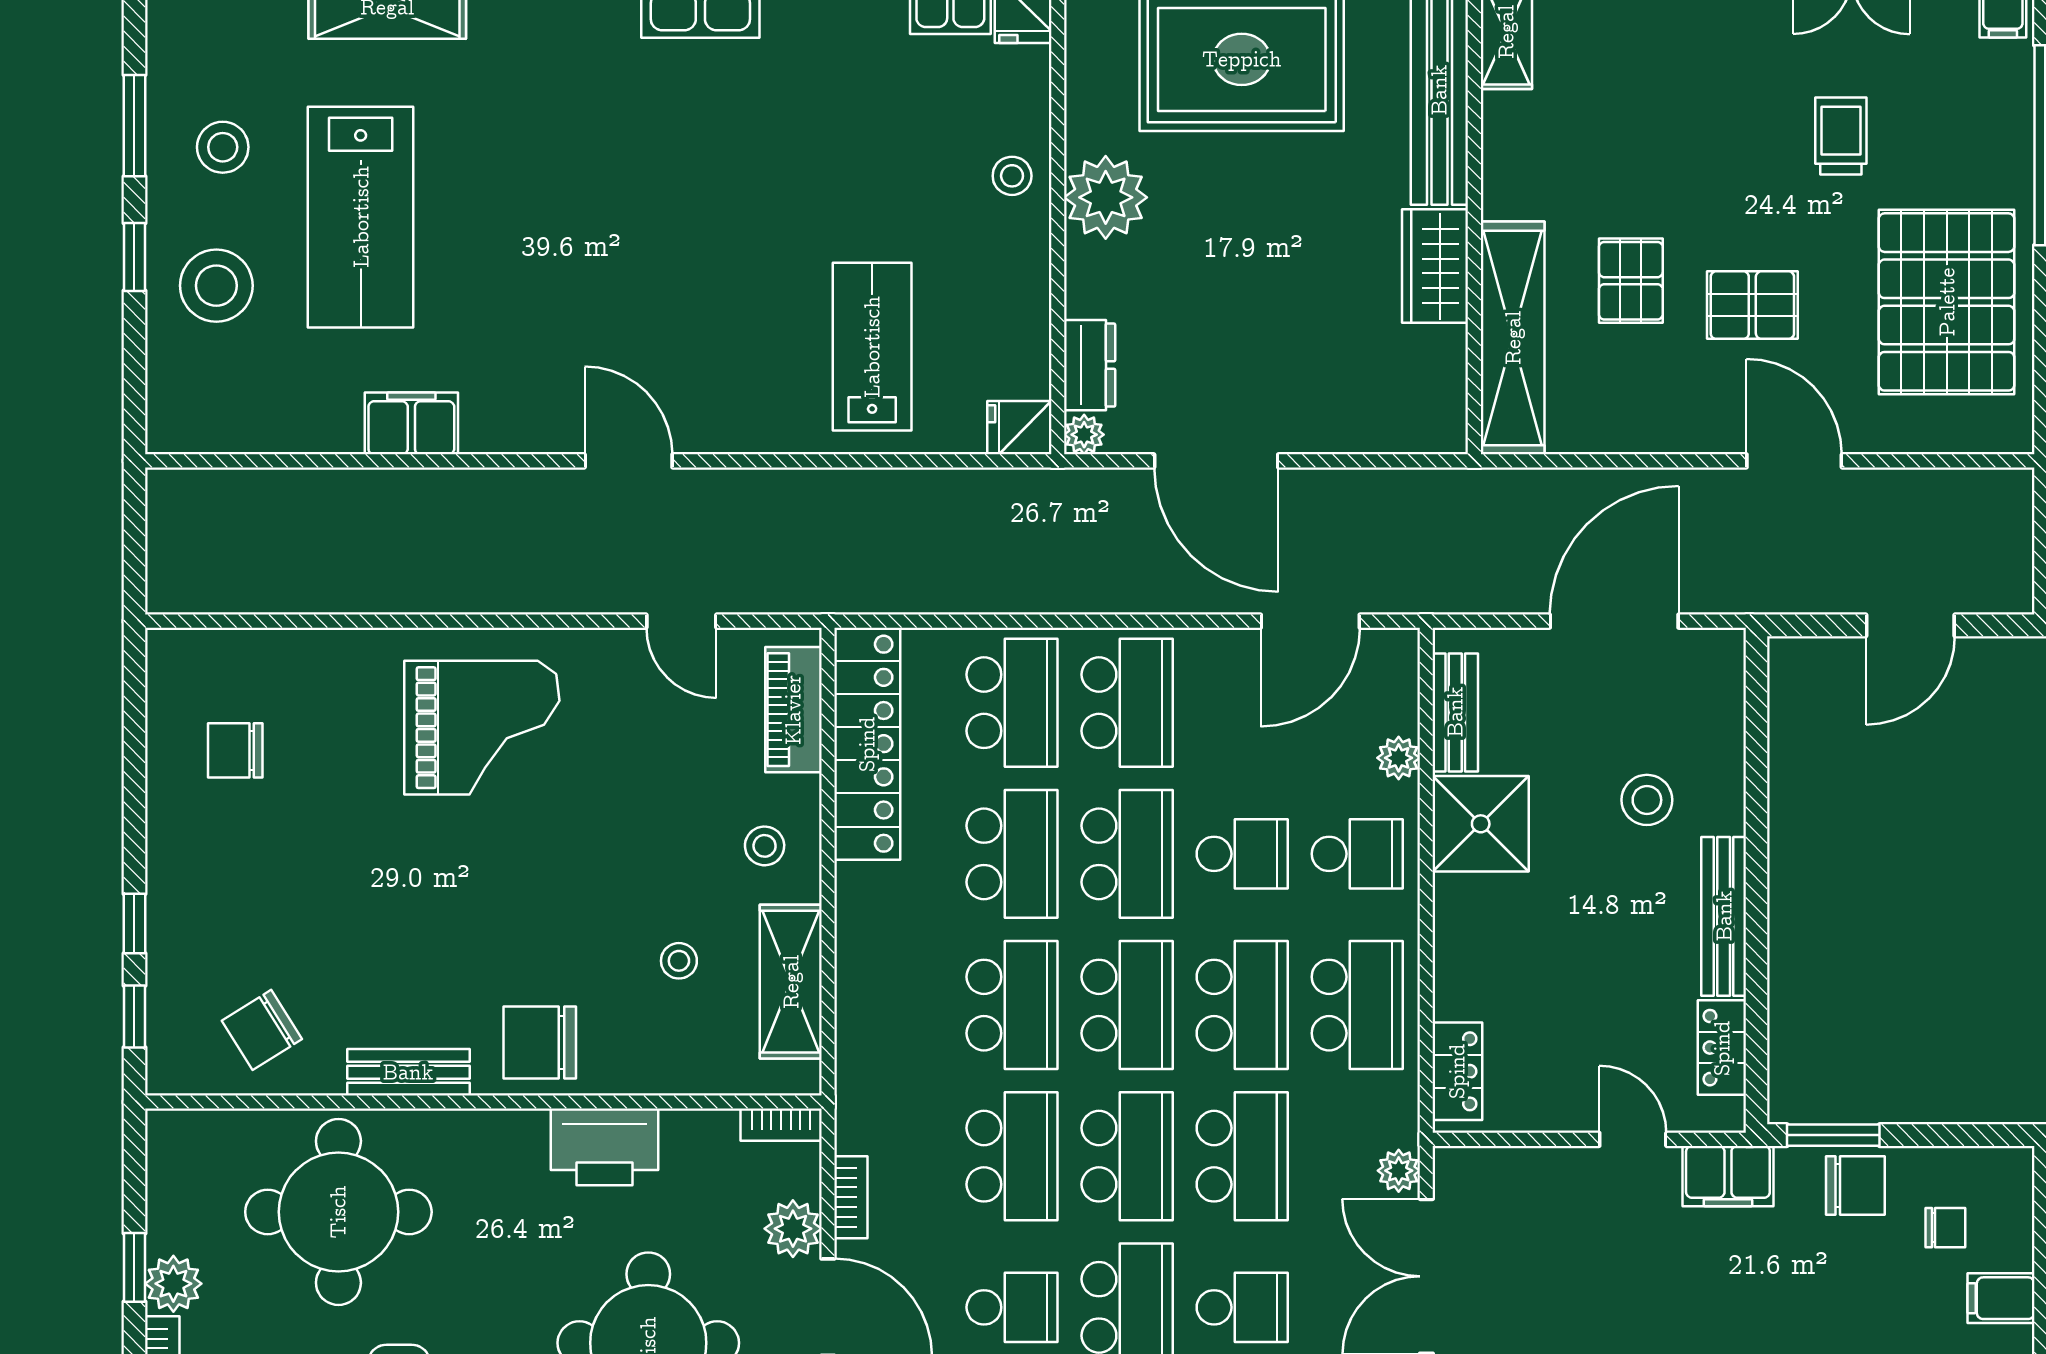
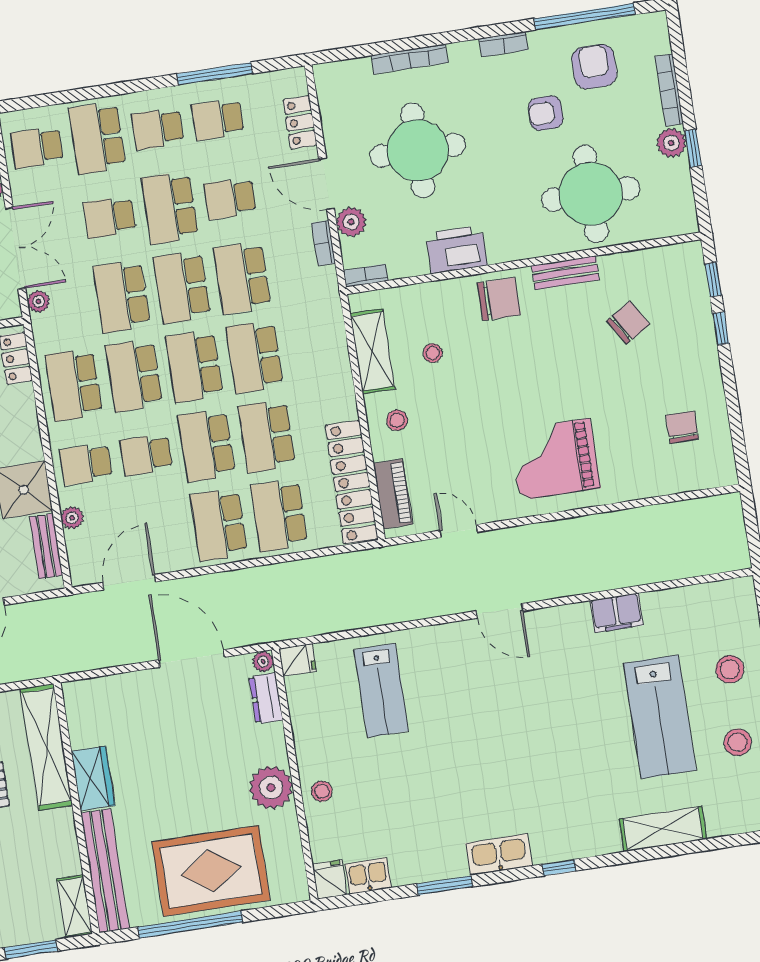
lab bench: (361, 217) -> (660, 717), turned 180
stool: (216, 286) -> (730, 669), width x0.73, depth x0.73
chair: (235, 750) -> (682, 427), turned -90
chair: (262, 1030) -> (628, 322), moved

